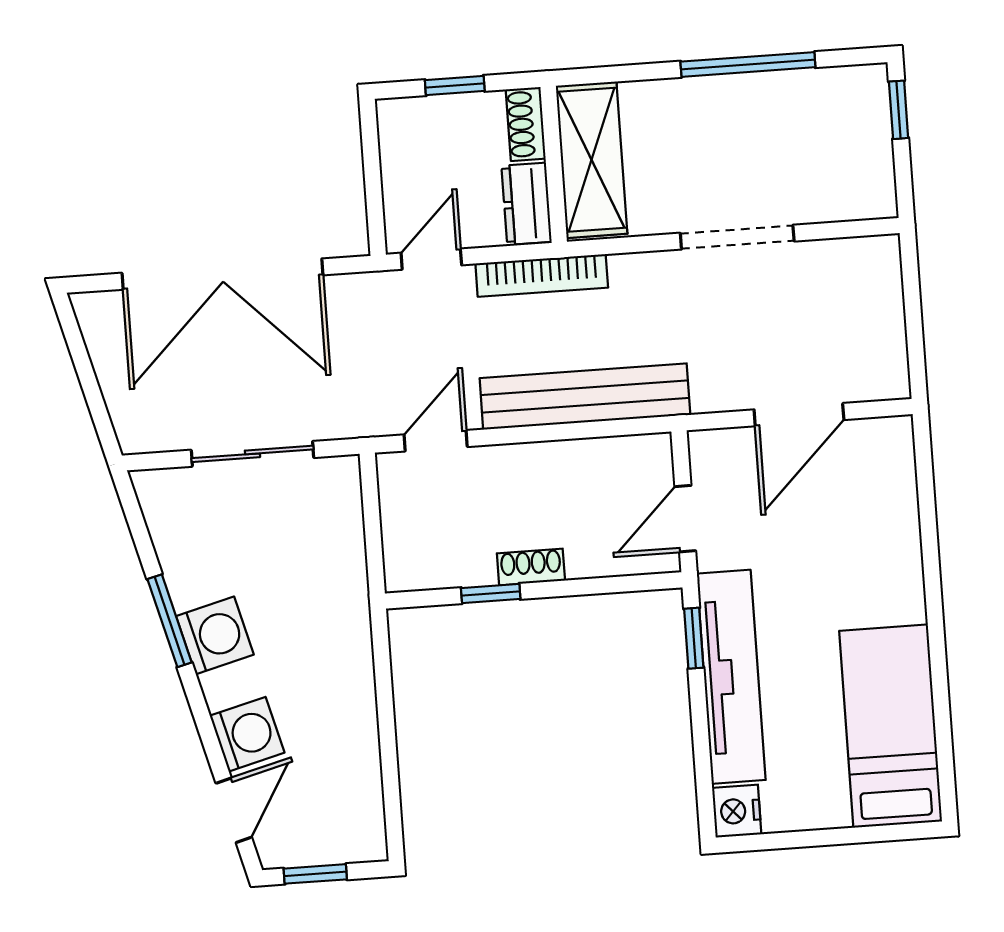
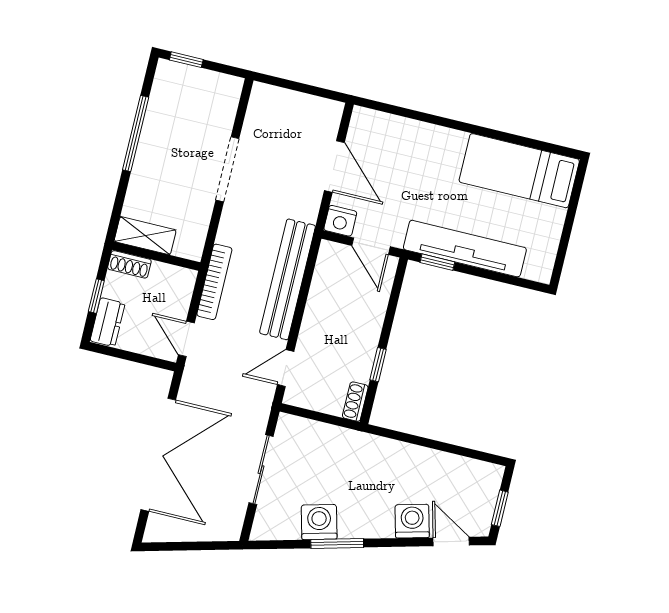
shelving: (592, 160) -> (145, 236), width x0.67, depth x0.75
dresser: (527, 204) -> (108, 322), moved, turned -90
door: (436, 441) -> (286, 368), hinge flipped
shoe rack: (531, 567) -> (355, 402), moved
washing machine: (215, 635) -> (319, 522), moved
nightstand: (737, 811) -> (340, 221), moved

